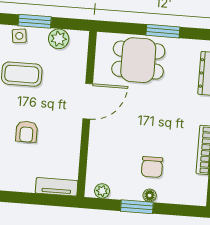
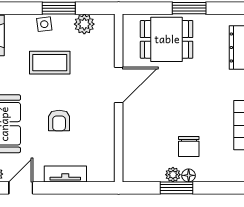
tv unit: (57, 187) -> (65, 174), moved
plant: (102, 191) -> (173, 175), moved

